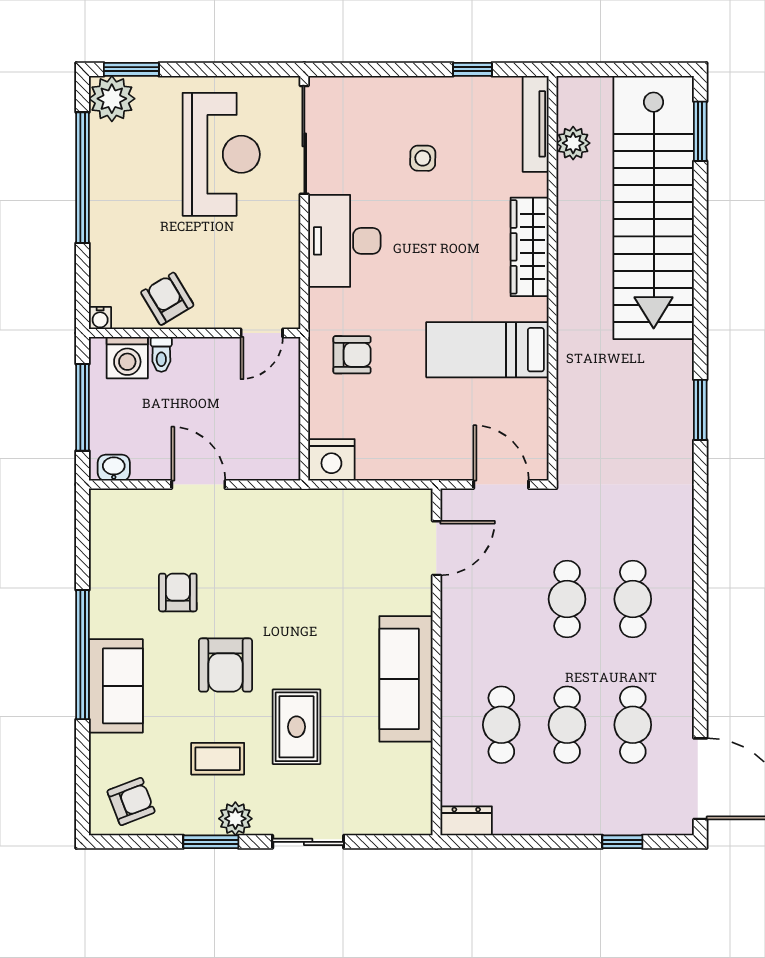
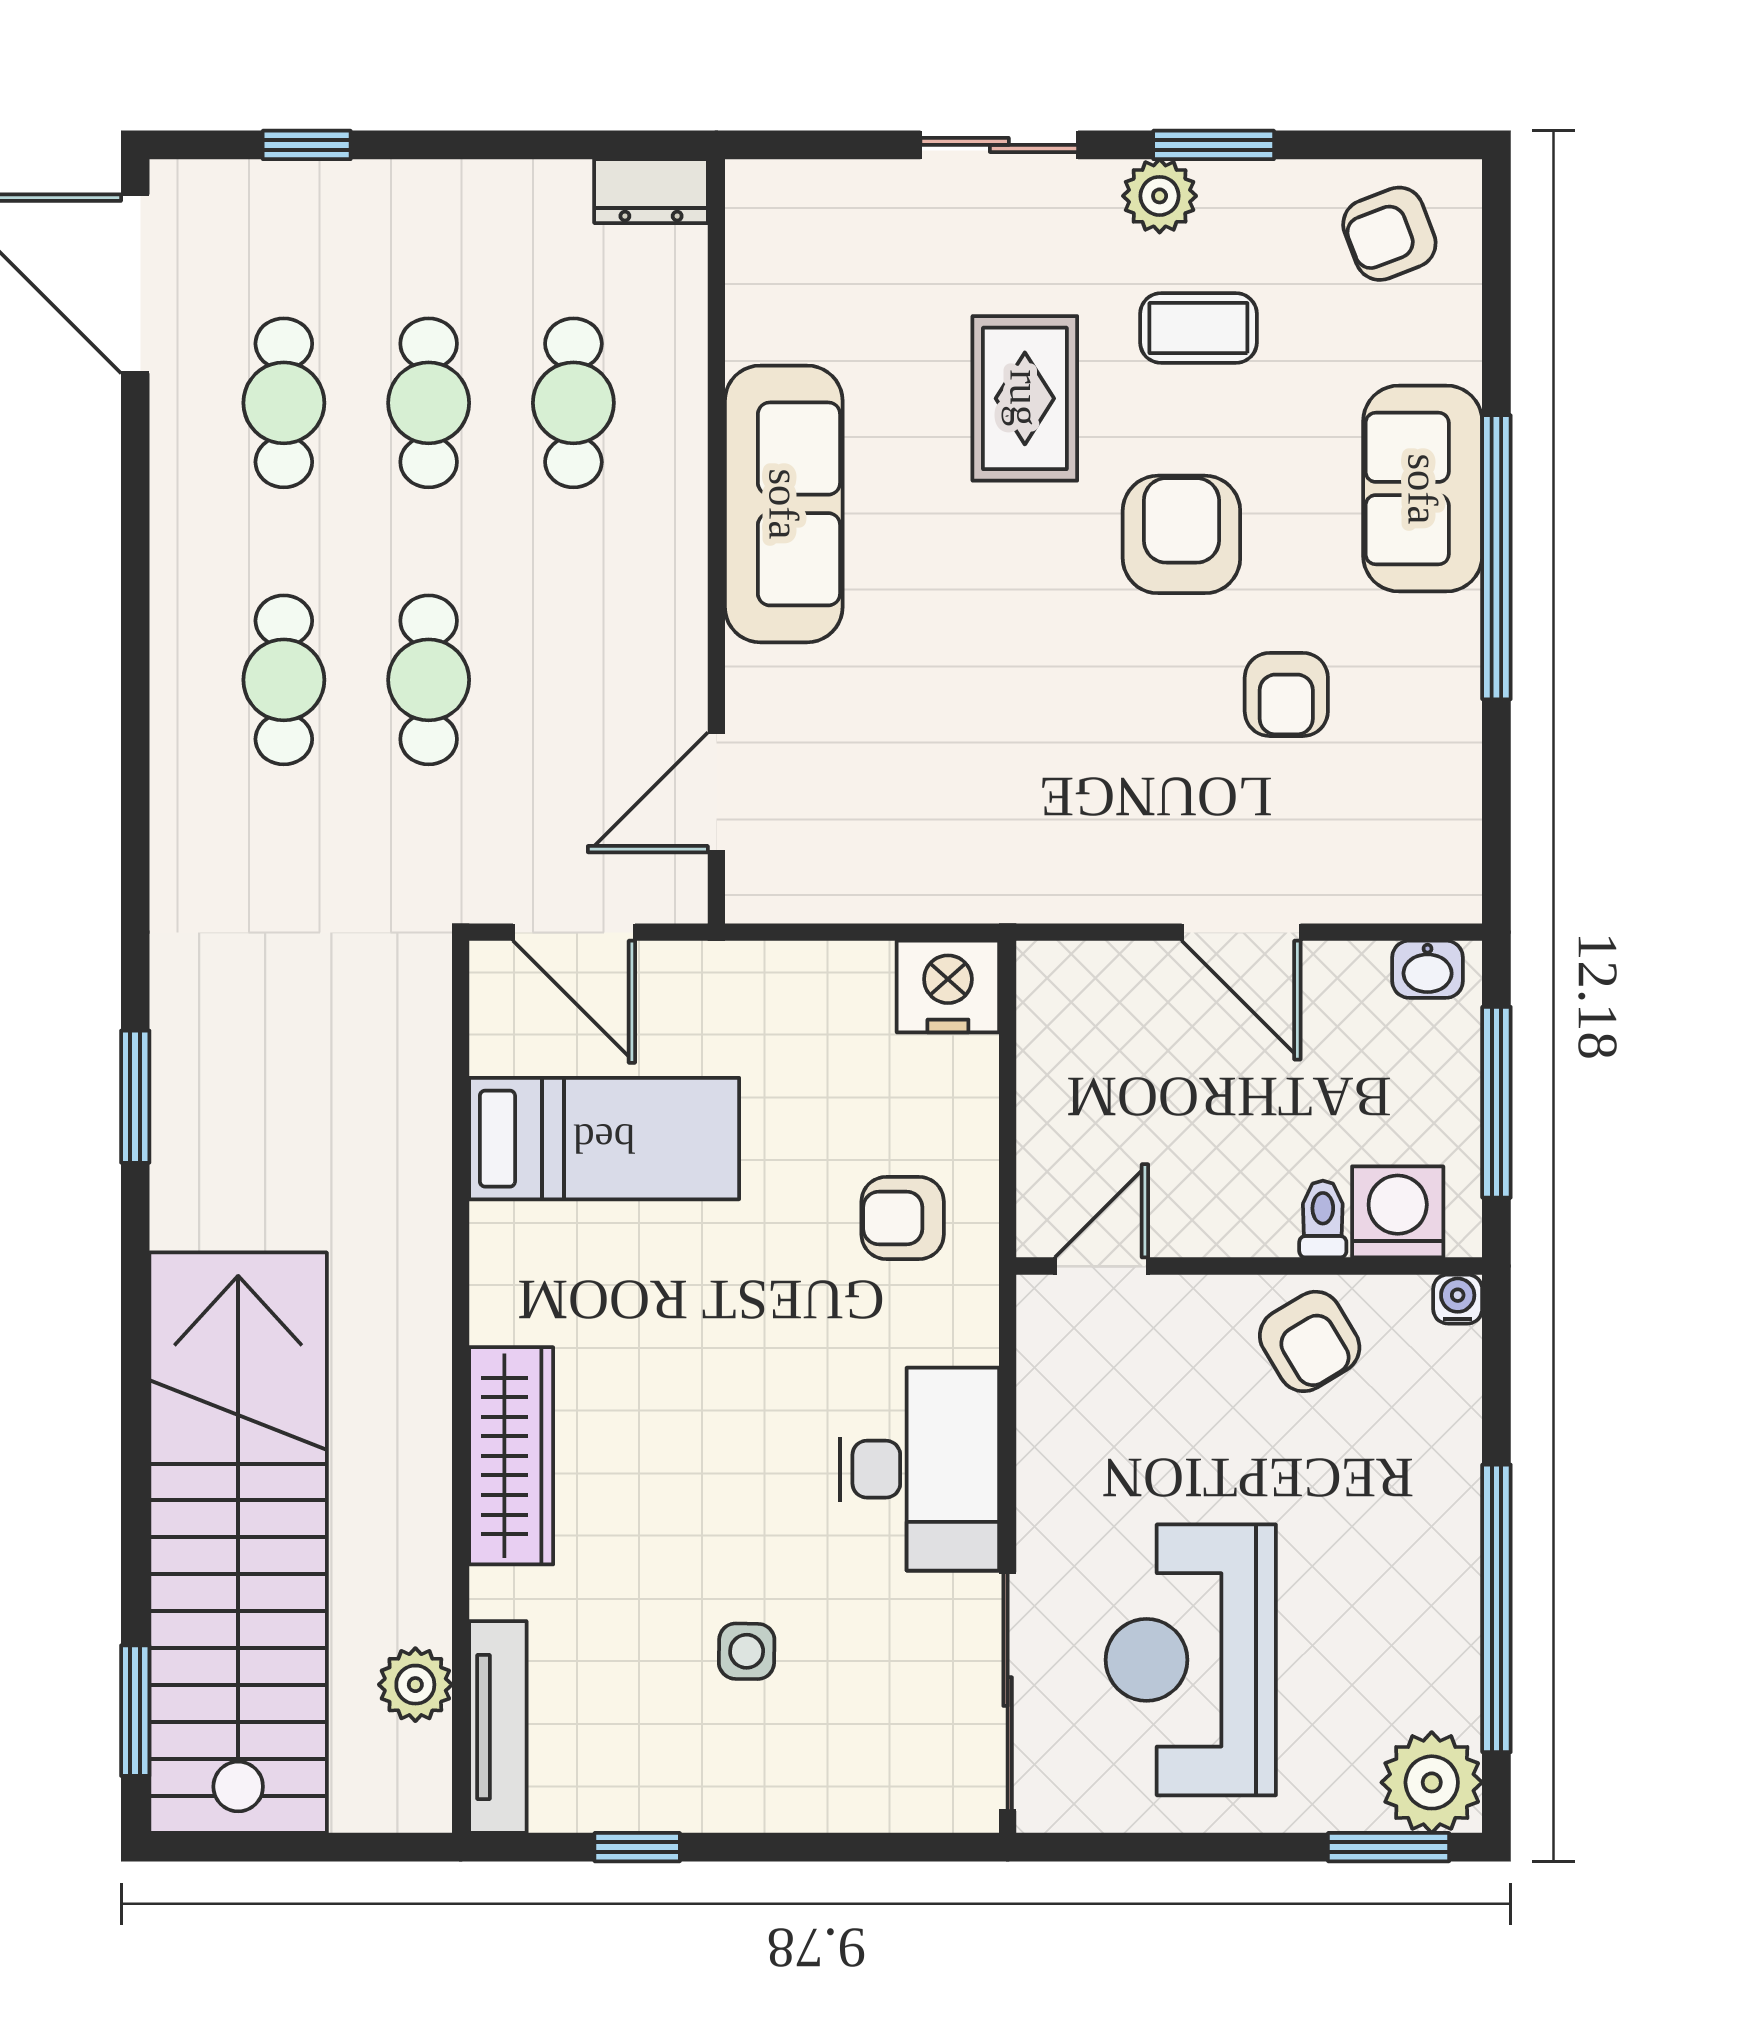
bed: (487, 350) -> (604, 1139), moved

